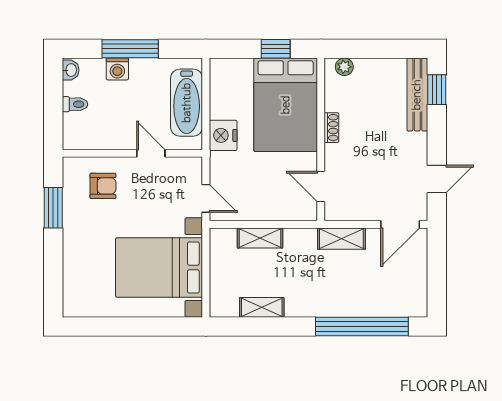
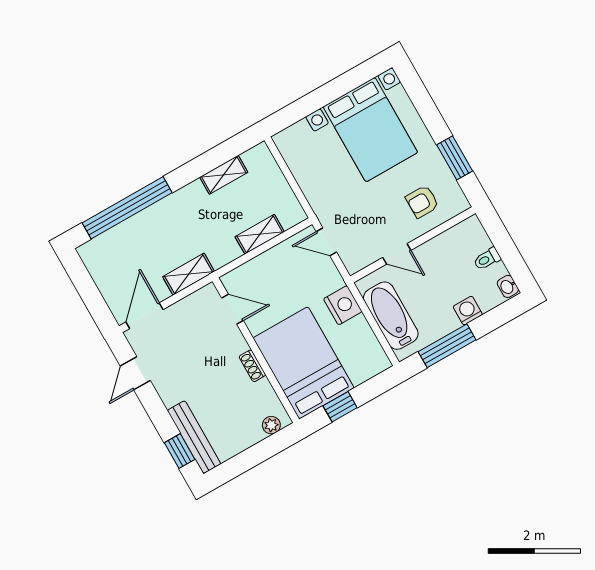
window: (130, 49) -> (447, 346), moved
bed with nightstands: (159, 267) -> (370, 130), moved, turned 90

